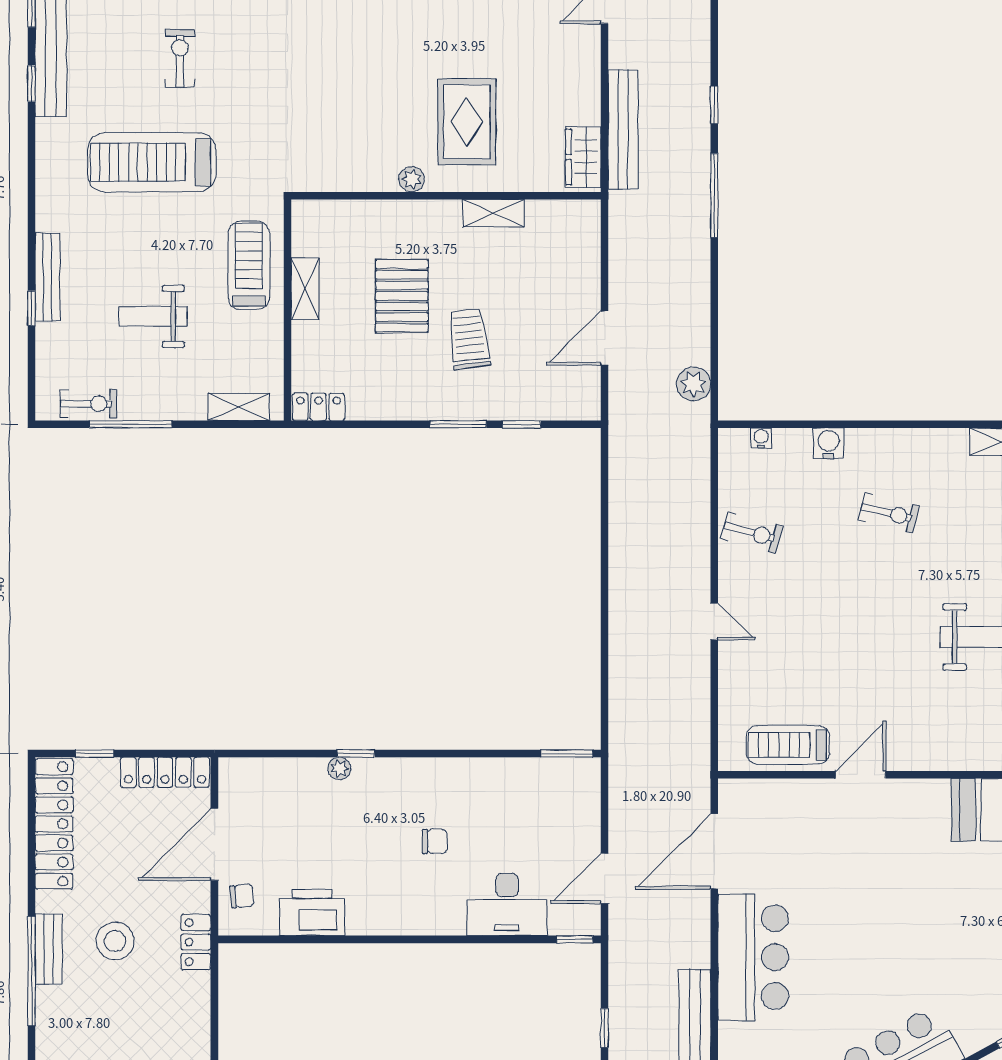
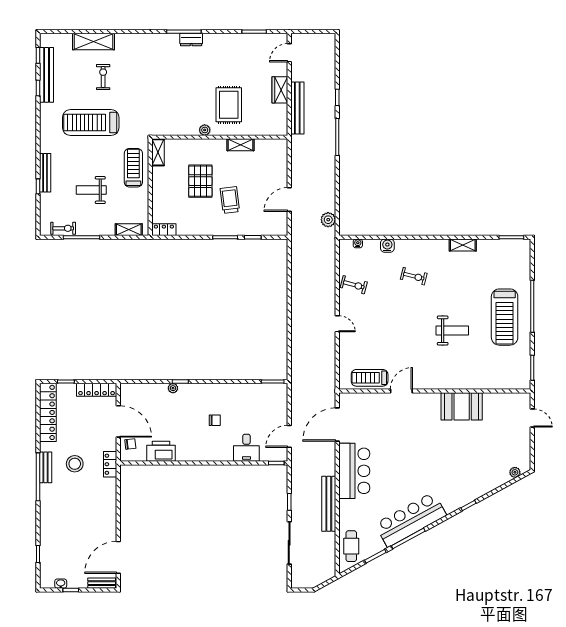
wardrobe: (583, 157) -> (280, 90), moved
shelving: (305, 289) -> (158, 152), moved
door: (214, 844) -> (118, 421), swing flipped
desk: (507, 904) -> (246, 448), width x0.73

